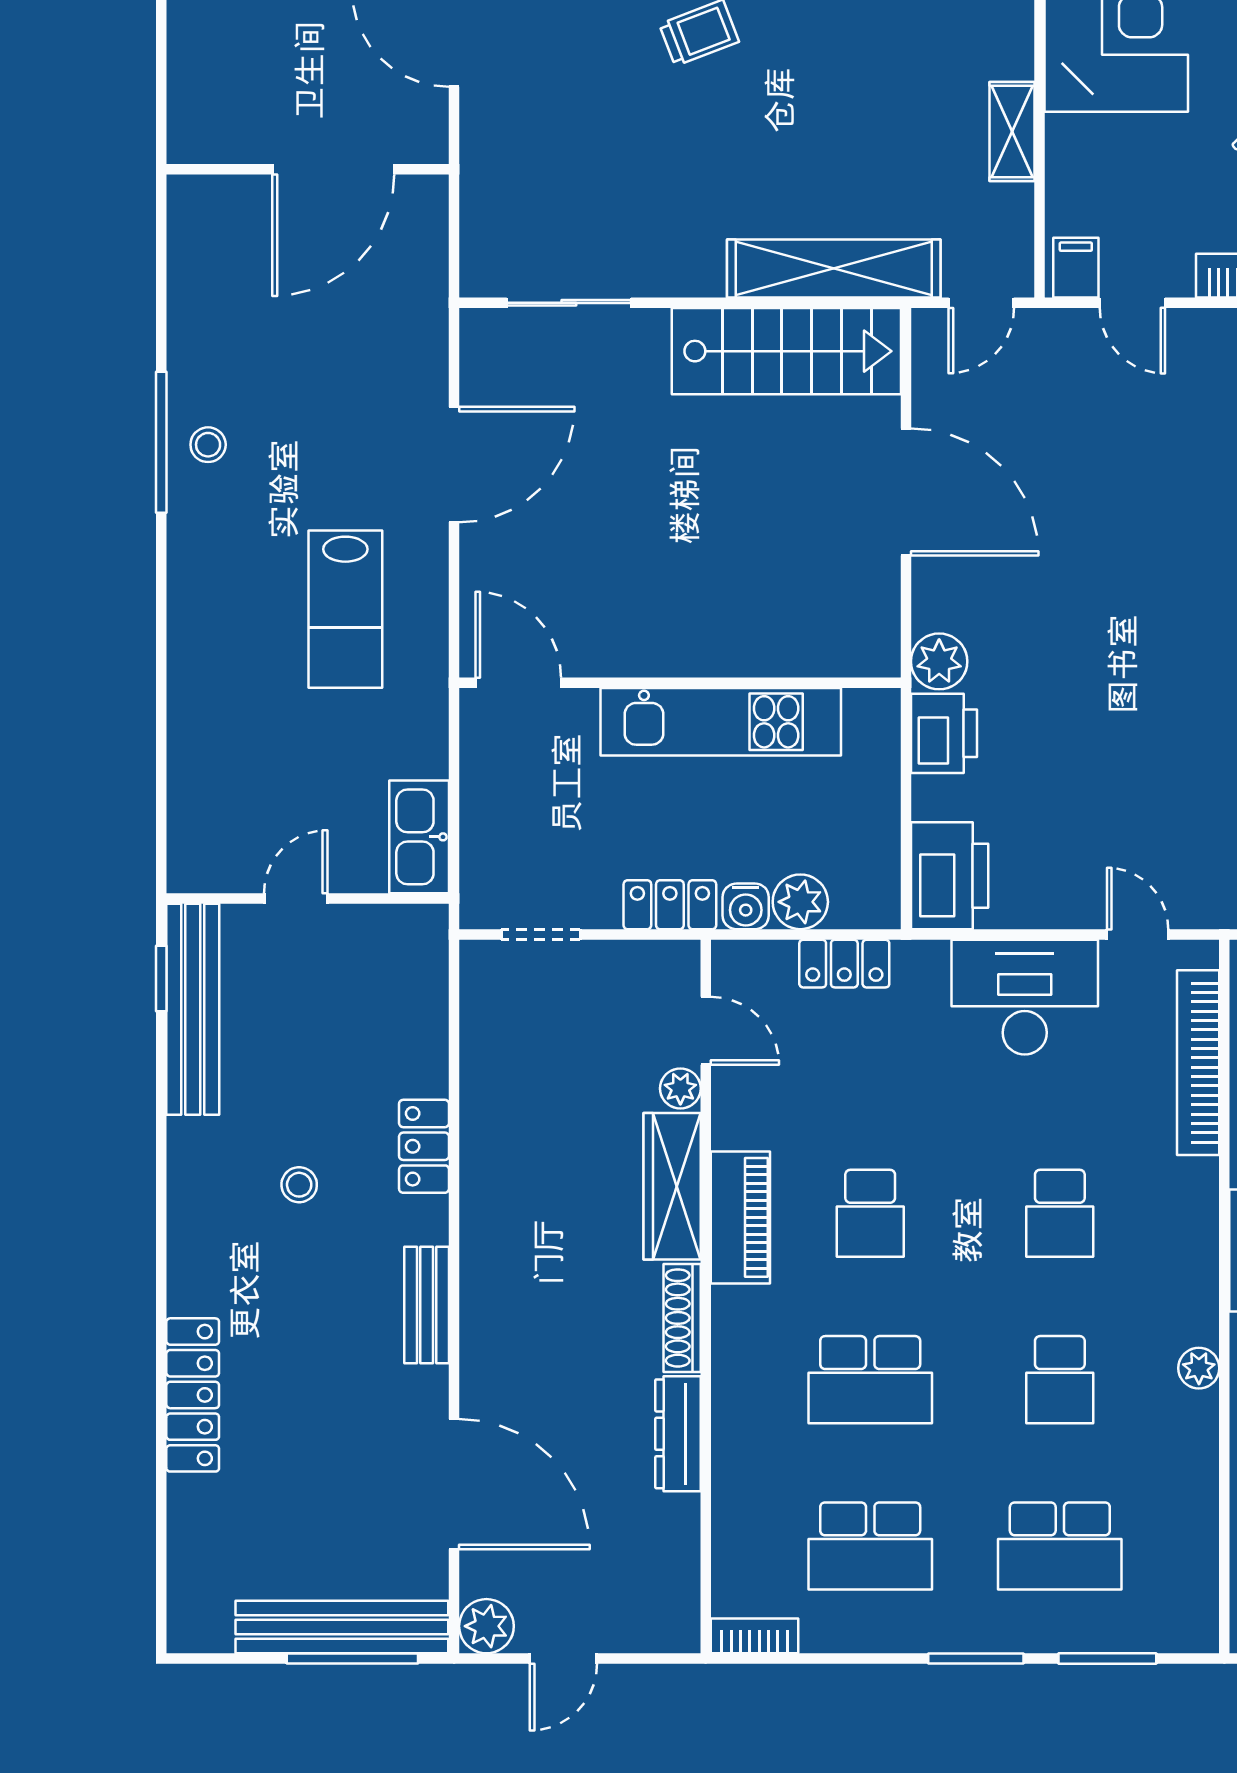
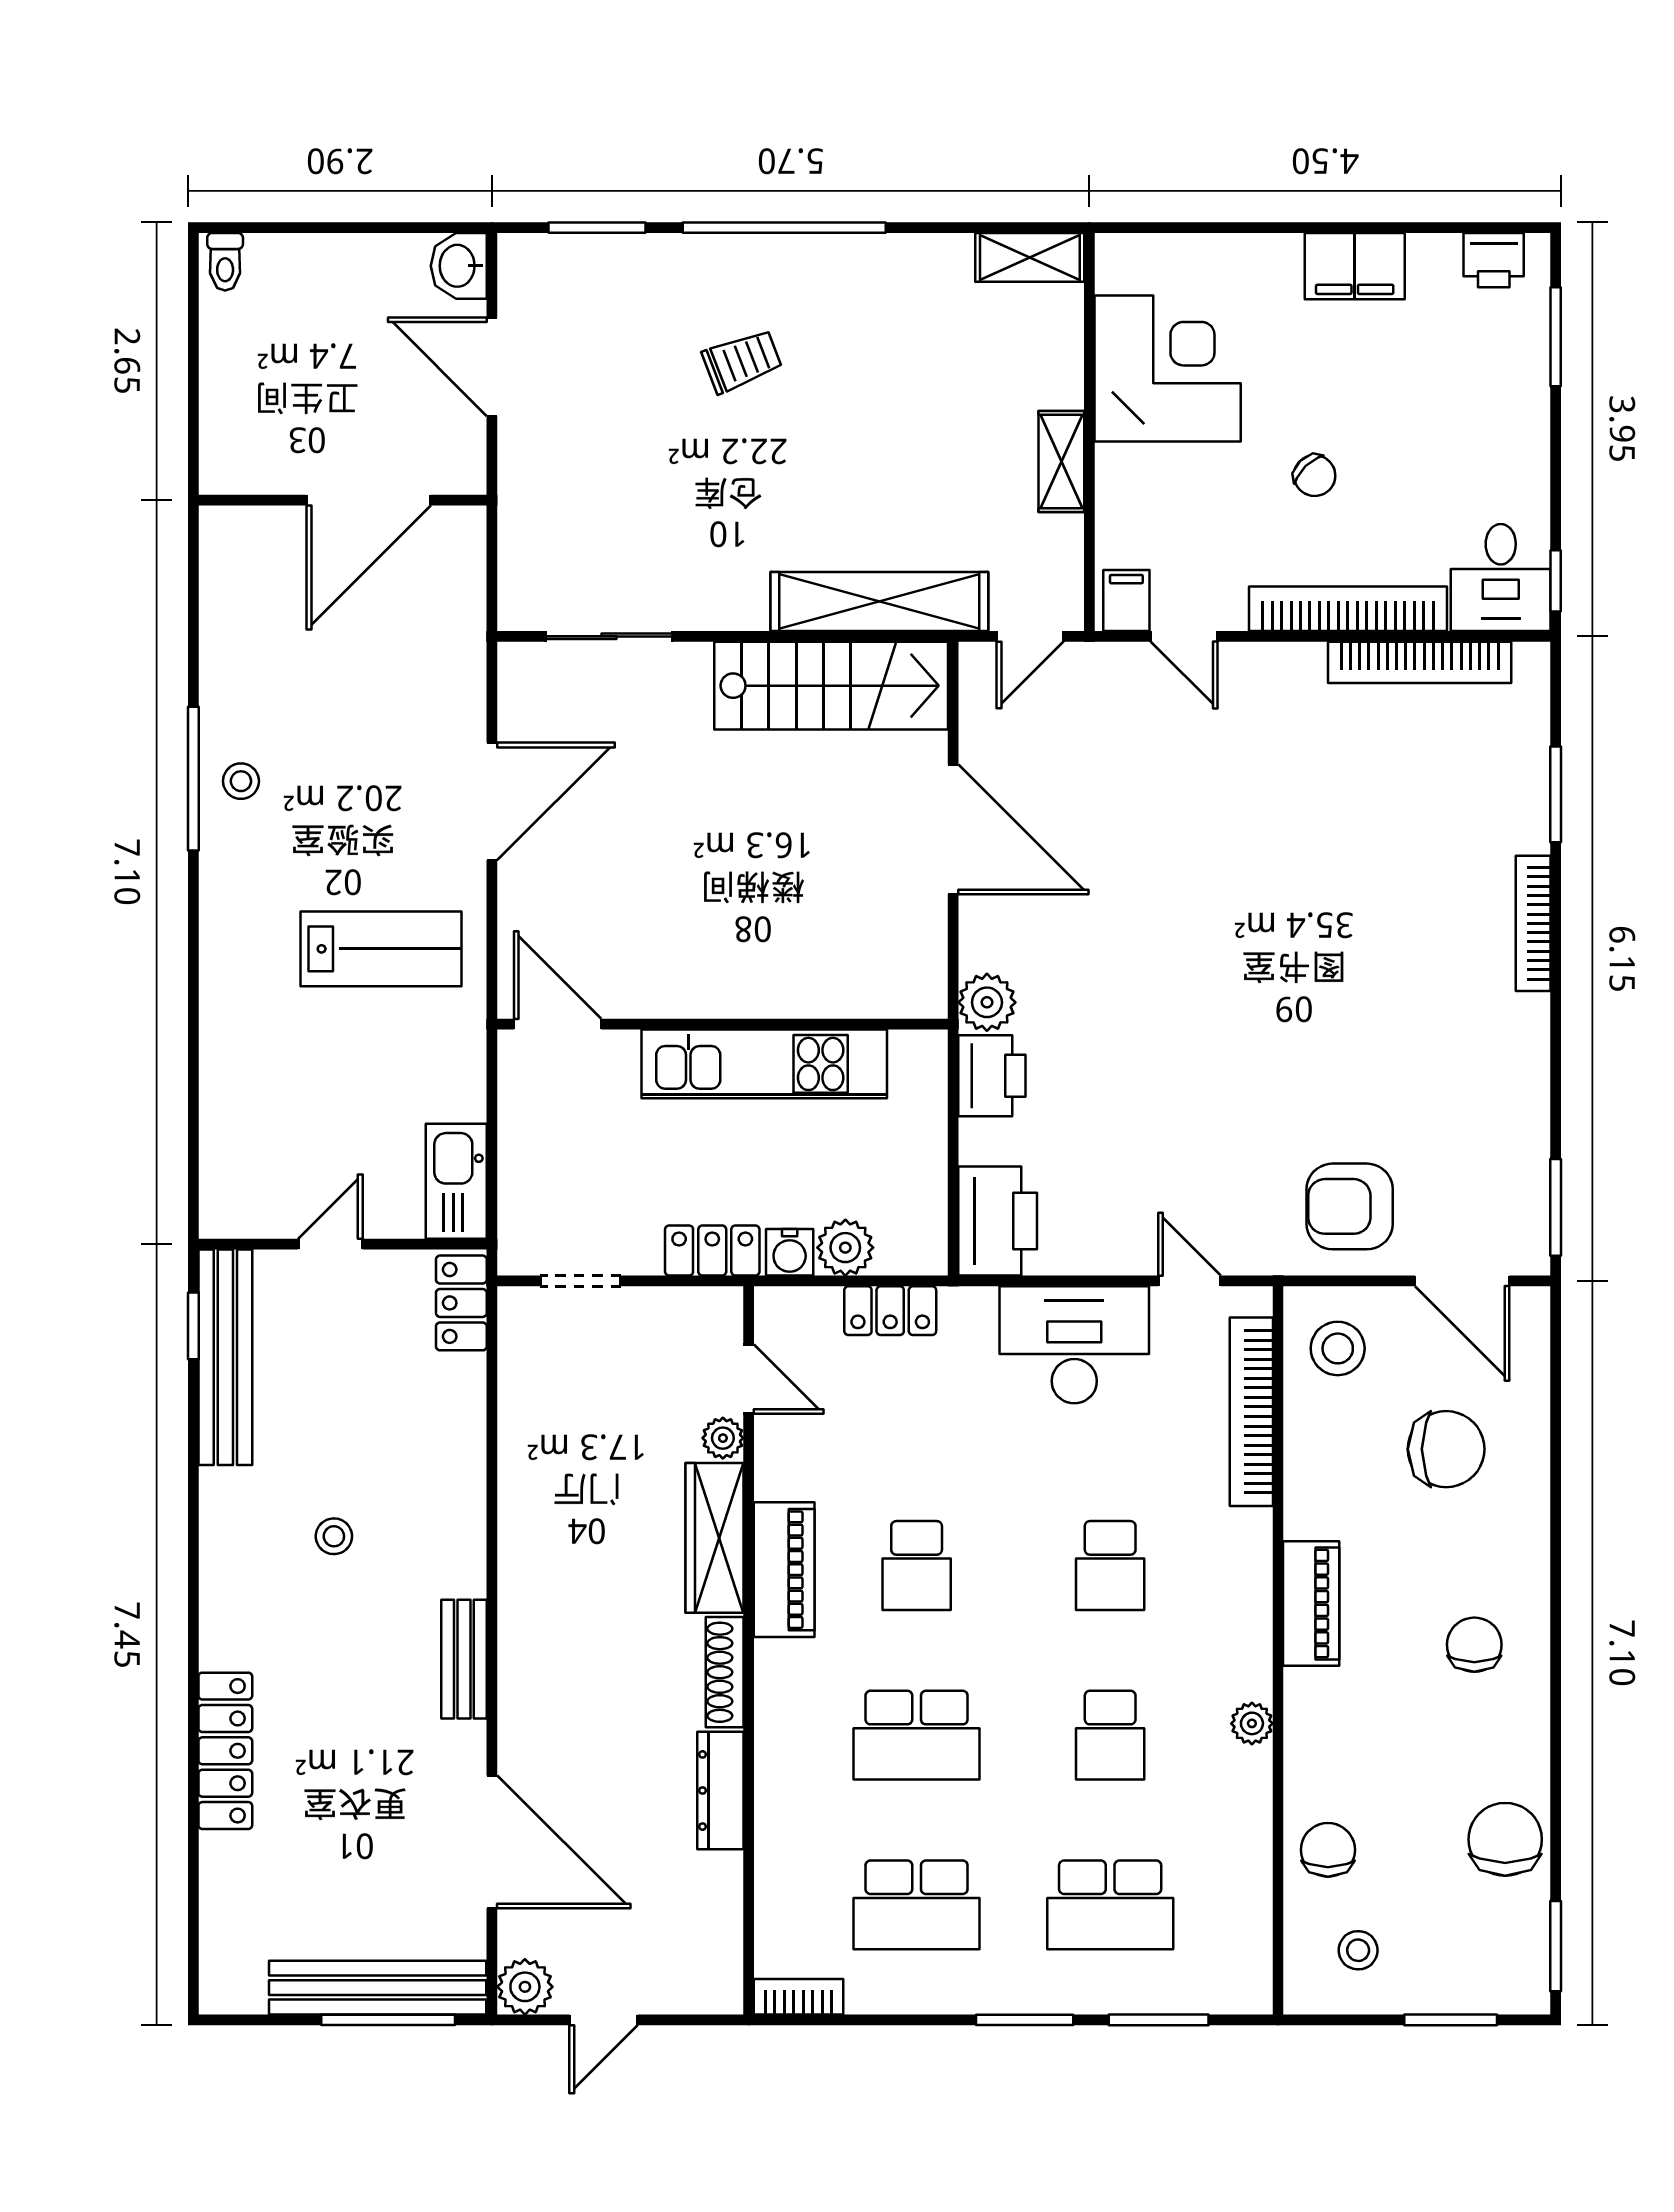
lab bench: (345, 609) -> (381, 949), turned -90
locker: (424, 1146) -> (461, 1303), moved

